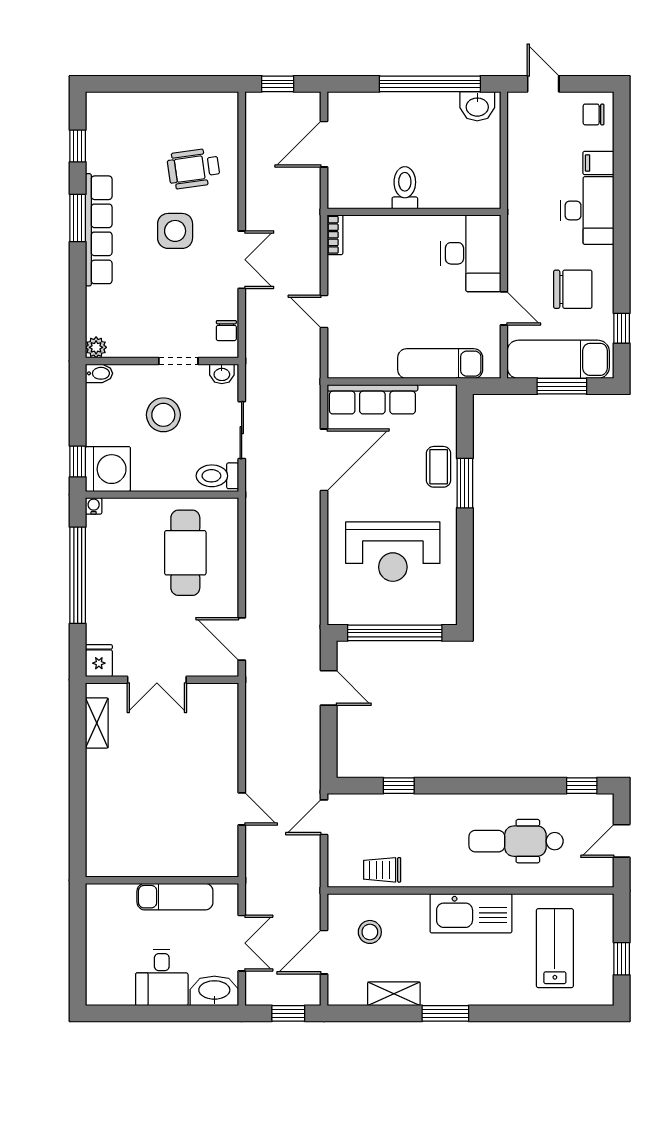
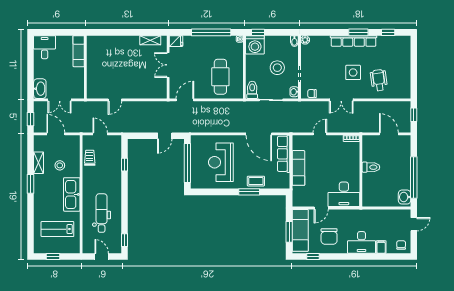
exam couch: (440, 364) -> (298, 168), moved
cafe table: (185, 553) -> (220, 77), turned 90
door: (324, 817) -> (100, 134), moved
exam couch: (175, 897) -> (79, 51), moved
stool: (370, 932) -> (60, 165), moved
lab bench: (555, 948) -> (57, 229), turned 180
desk: (162, 977) -> (45, 47), moved, turned 90

